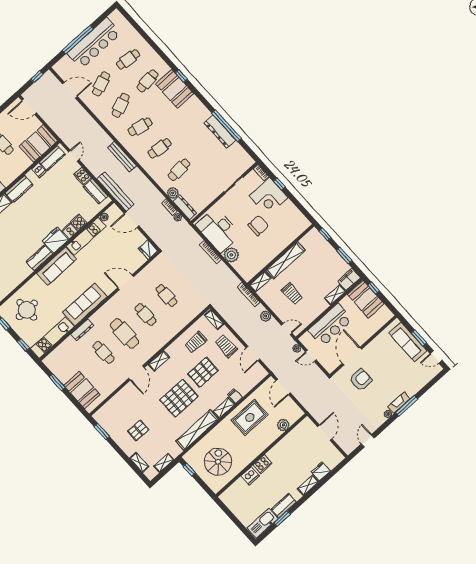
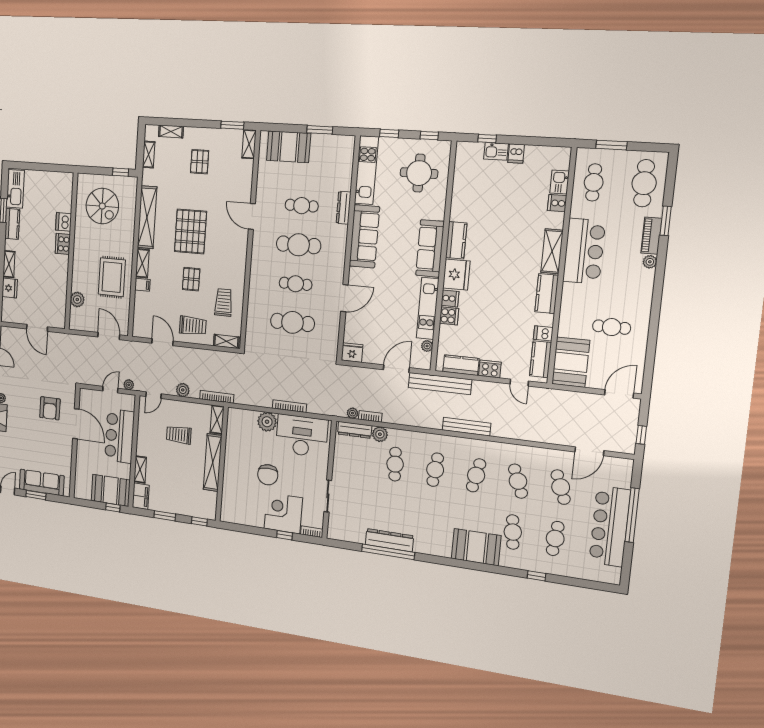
window: (181, 76) -> (536, 576), moved
cafe table: (166, 295) -> (292, 322), width x1.37, depth x1.35
shelving: (159, 361) -> (249, 144), moved
pallet: (203, 372) -> (191, 279), width x0.67, depth x0.71

